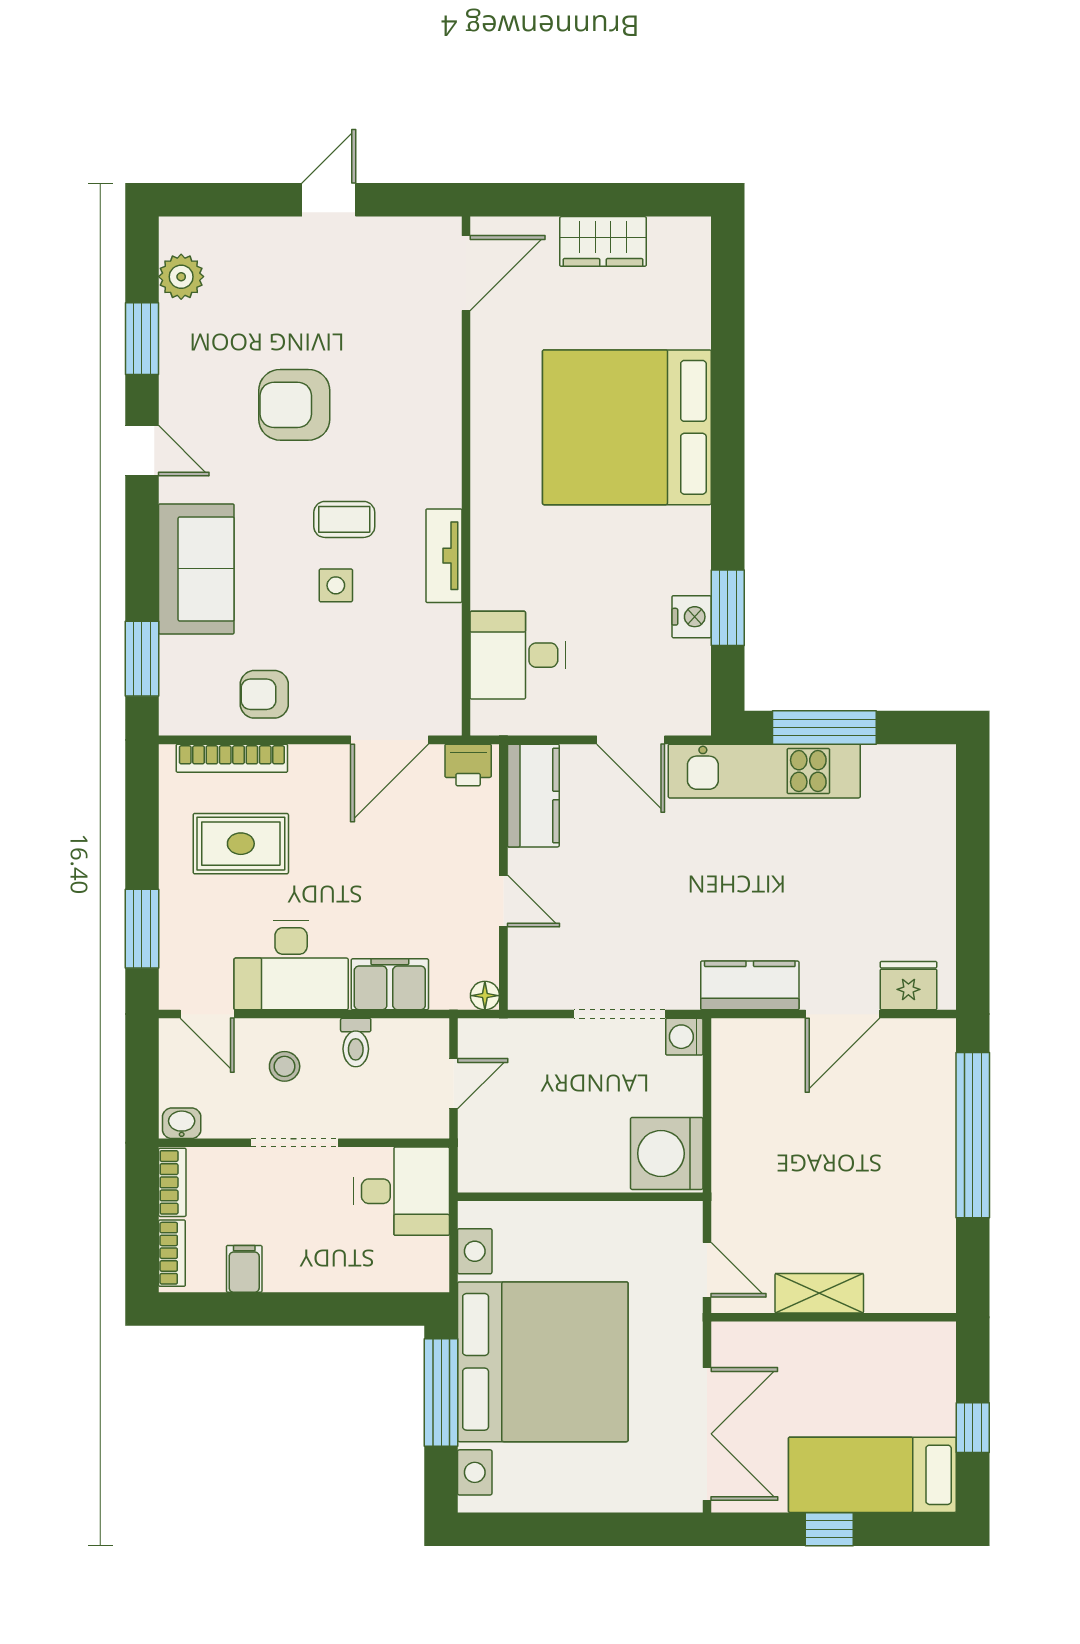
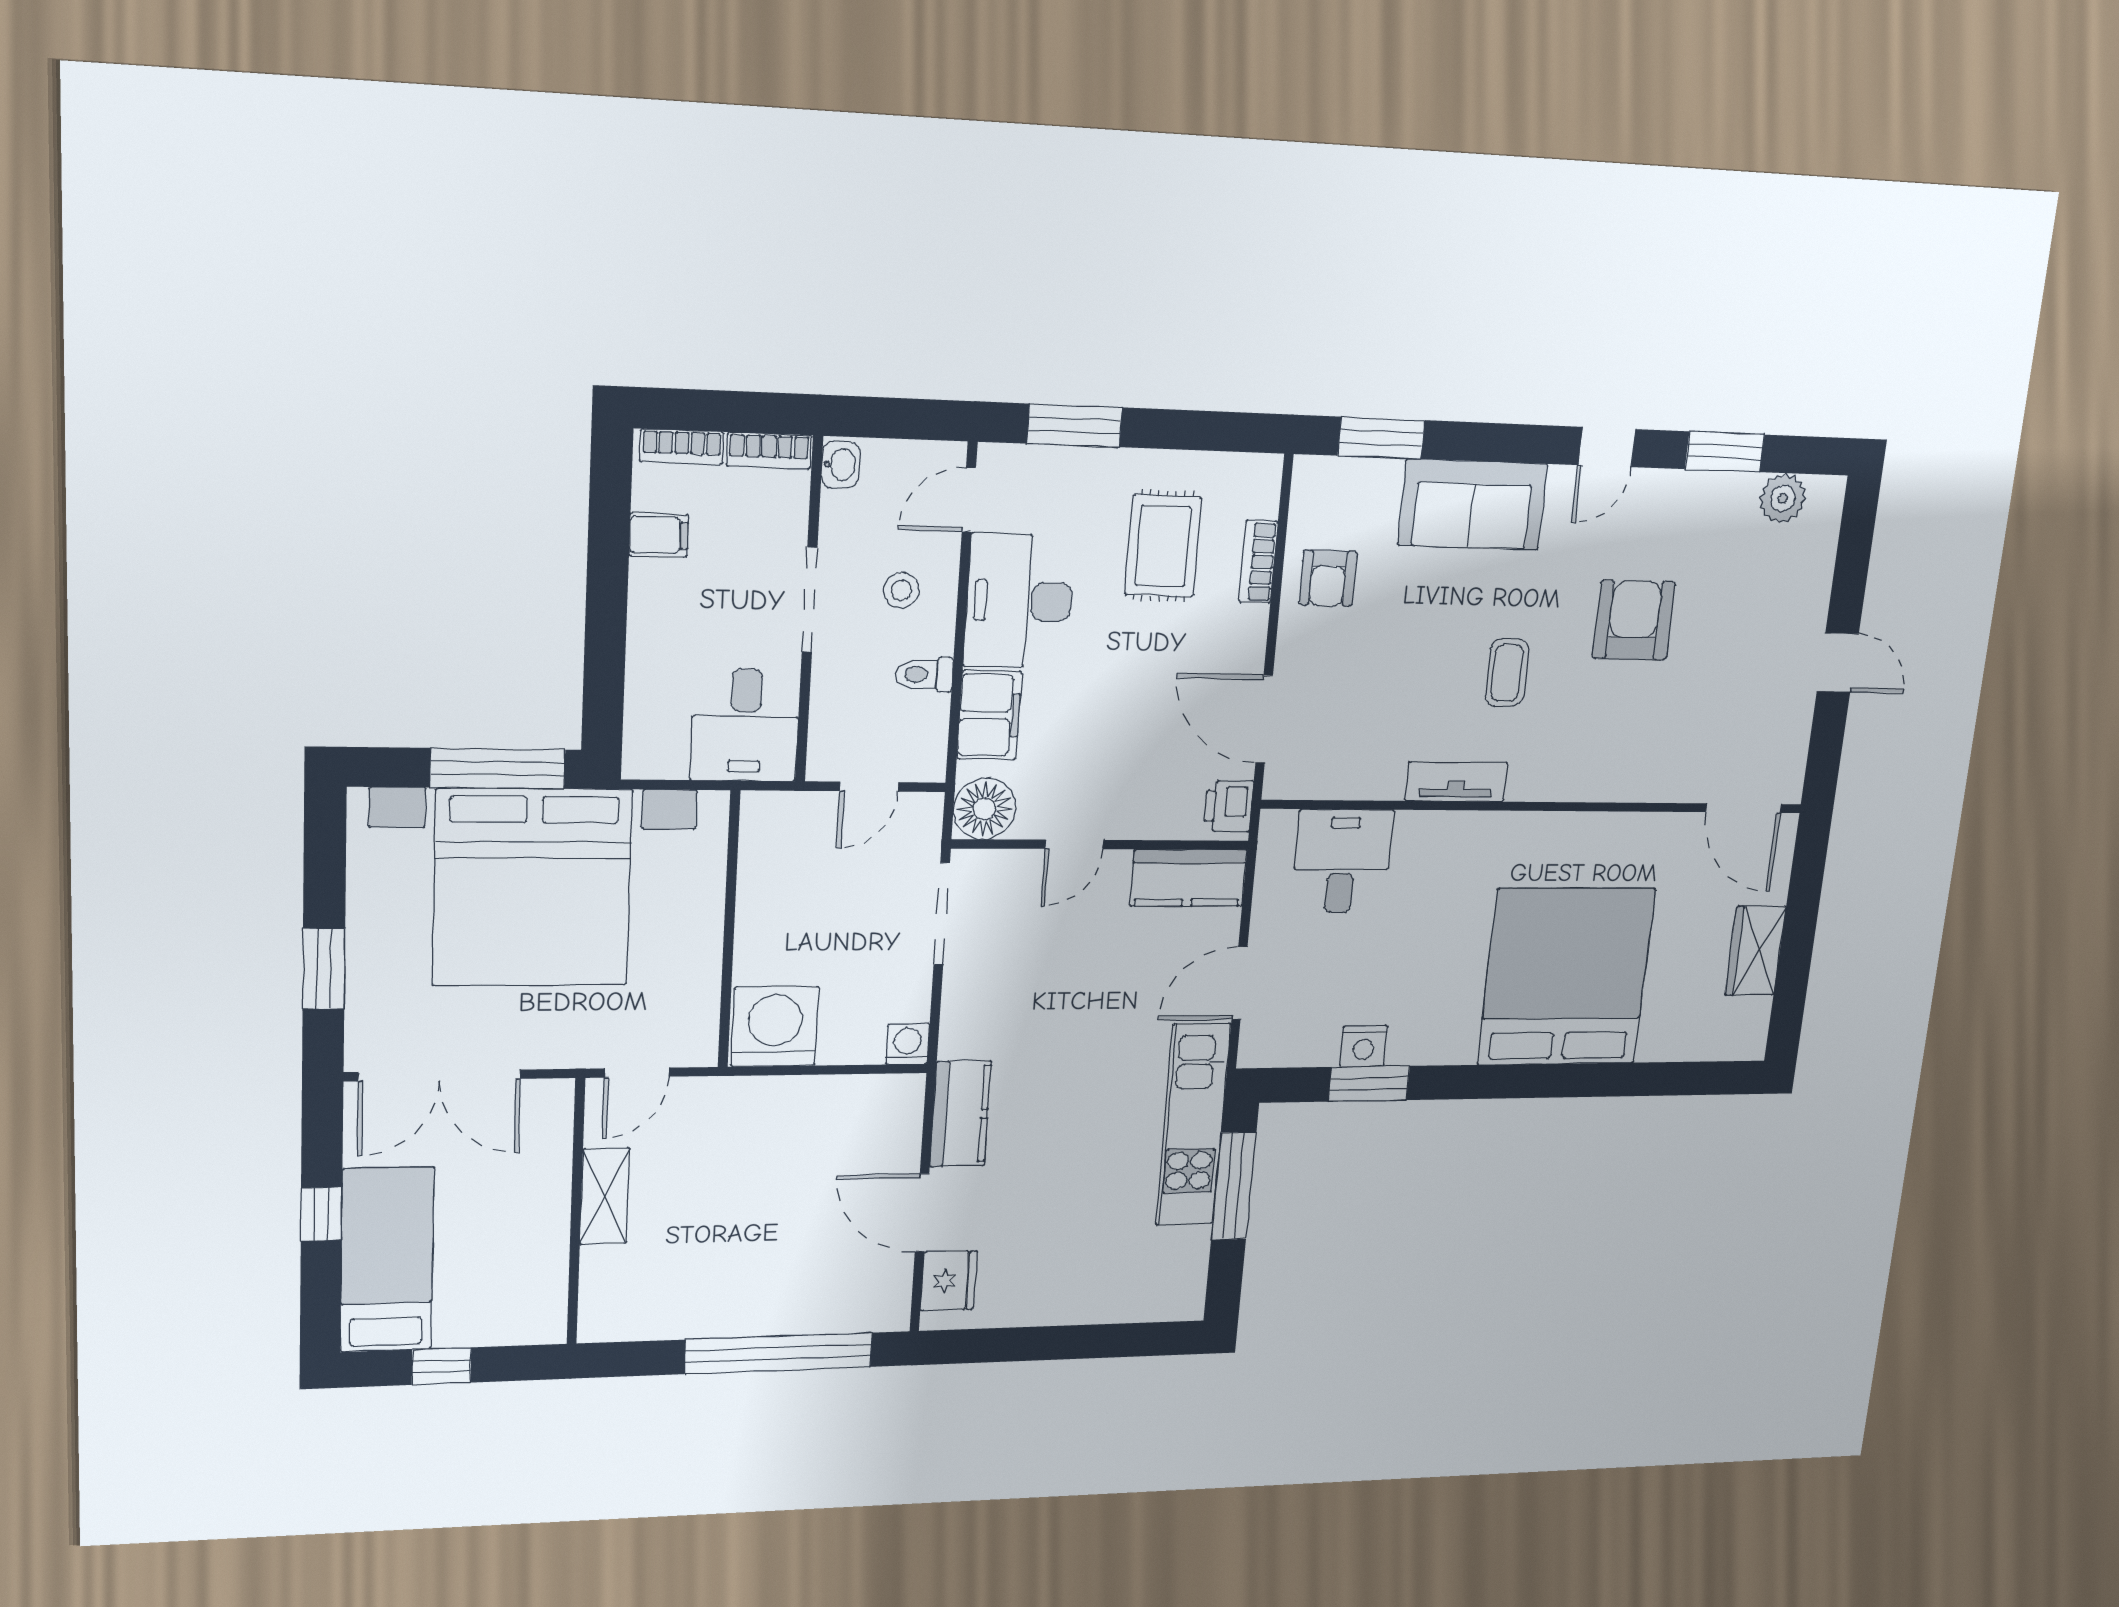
side table: (336, 585) -> (1438, 662), removed
armchair: (264, 694) -> (1328, 578), turned 180
bookcase: (232, 758) -> (1258, 562), width x0.64
floor lamp: (485, 996) -> (984, 809), width x1.89, depth x1.89
doorway: (619, 1014) -> (942, 914), moved
door: (454, 1084) -> (869, 787), hinge flipped
window: (612, 1529) -> (324, 969), added

